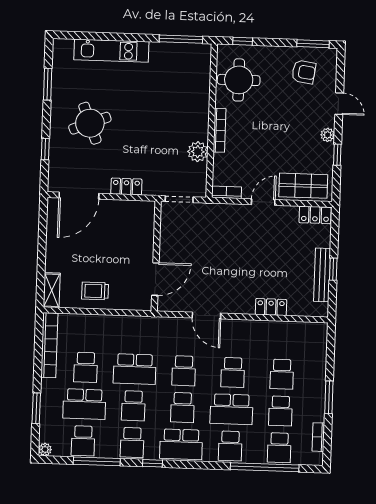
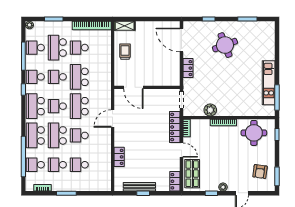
kitchen unit: (111, 51) -> (269, 83), moved
locker: (224, 212) -> (175, 127), added
school desk: (184, 371) -> (79, 106), width x1.85
school desk: (230, 446) -> (35, 135), width x1.85

